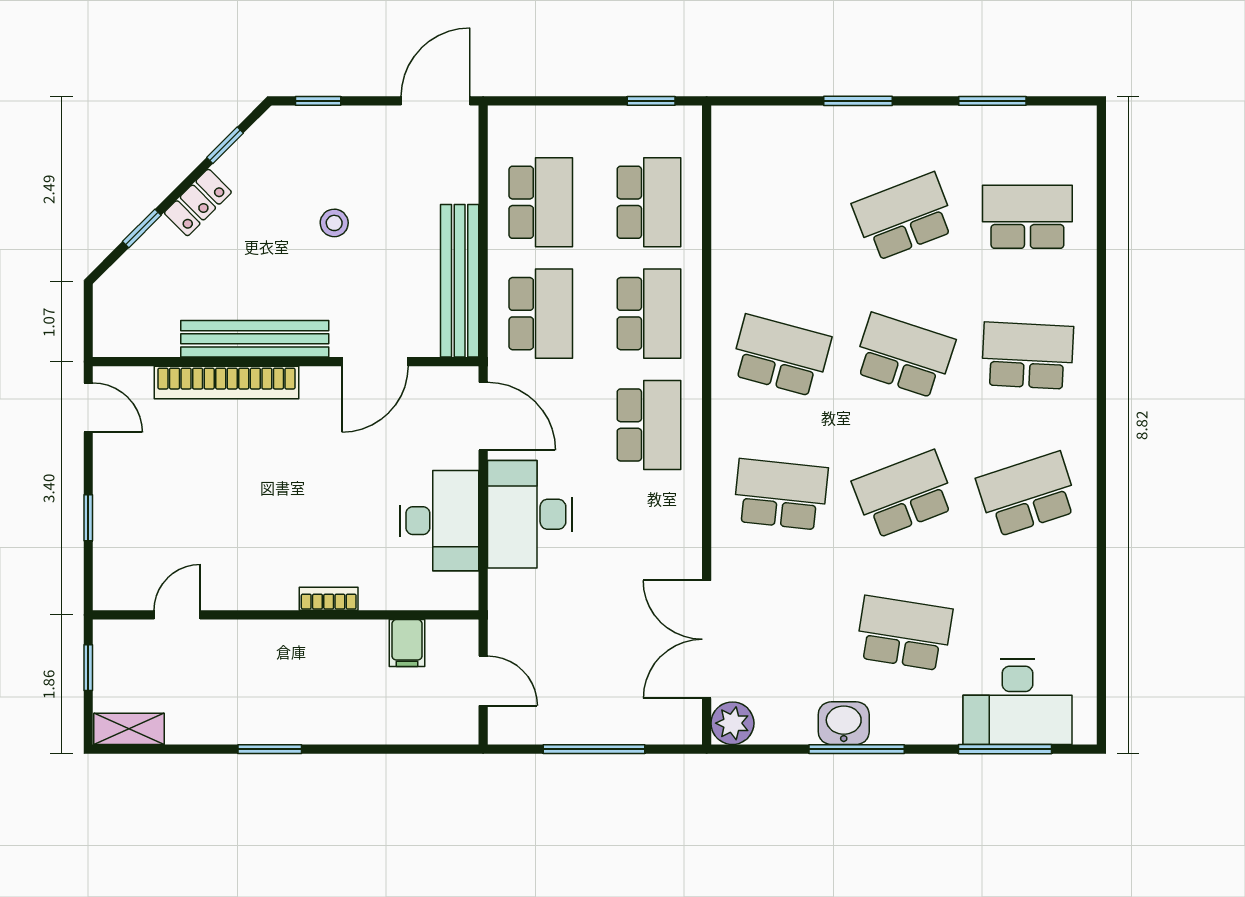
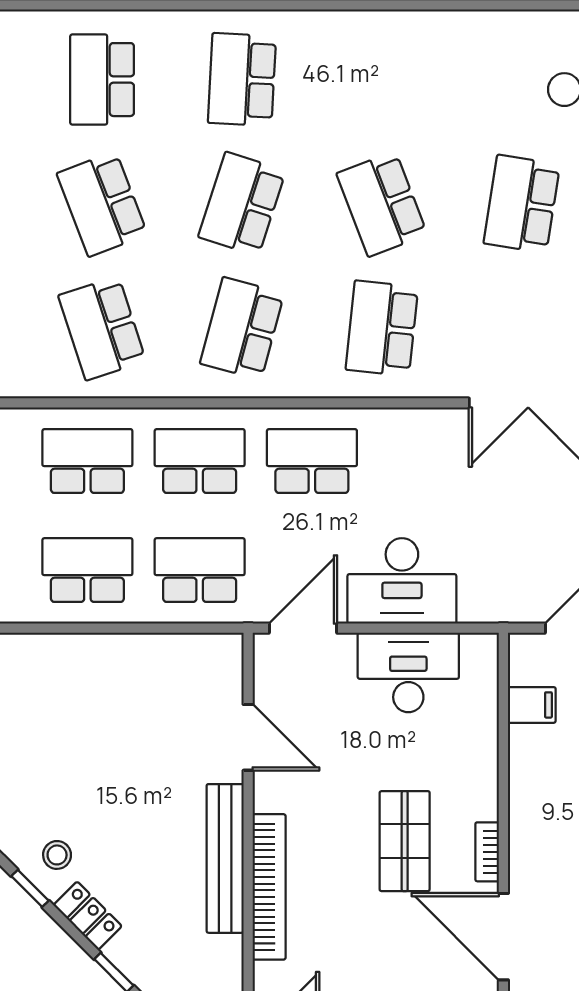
stool: (334, 223) -> (57, 855), moved
bench: (460, 281) -> (167, 652), removed
school desk: (1027, 494) -> (102, 328), moved
shop shelf: (272, 517) -> (405, 841), added
bookcase: (329, 599) -> (487, 852), moved
door: (177, 615) -> (503, 937), width x1.88

